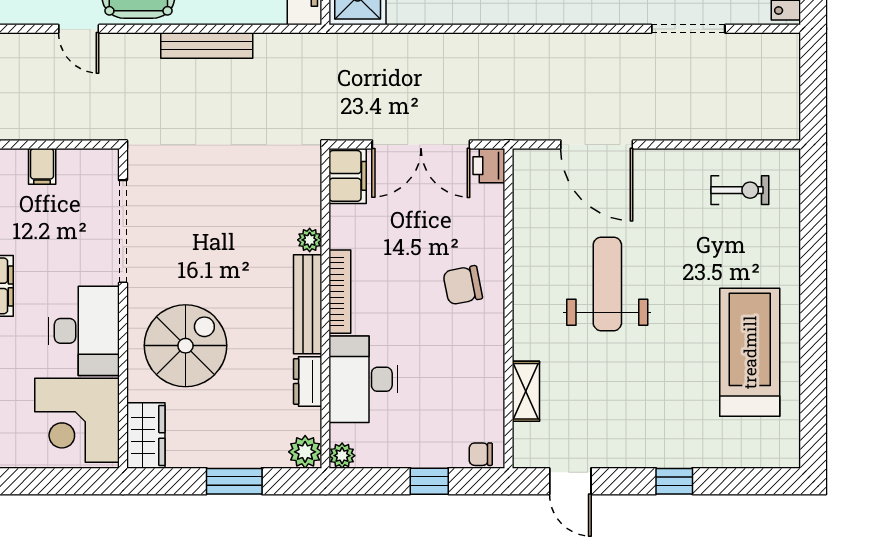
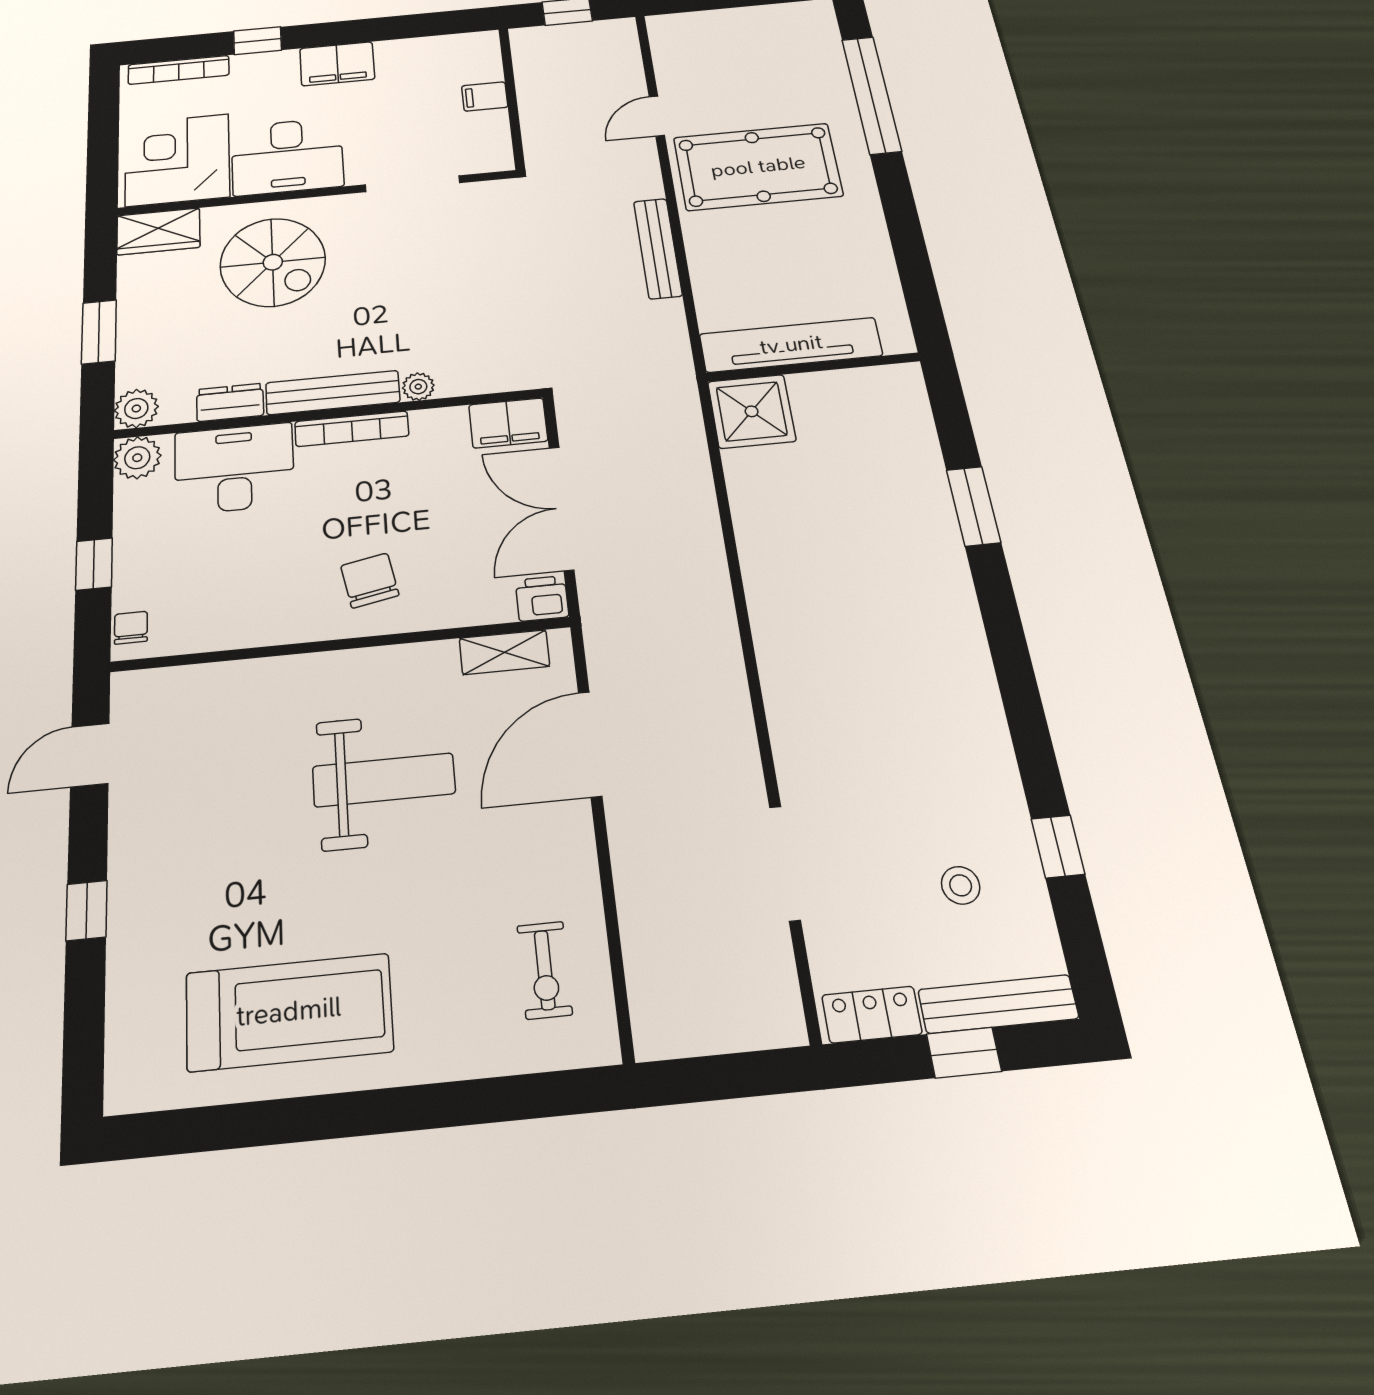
doorway: (123, 231) -> (413, 184), width x0.73
shelving: (526, 391) -> (504, 652), moved
plant: (342, 456) -> (137, 458), width x1.38, depth x1.38

